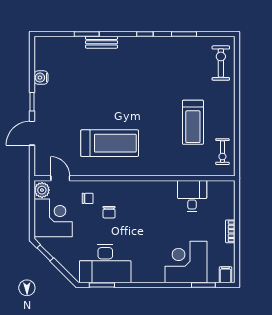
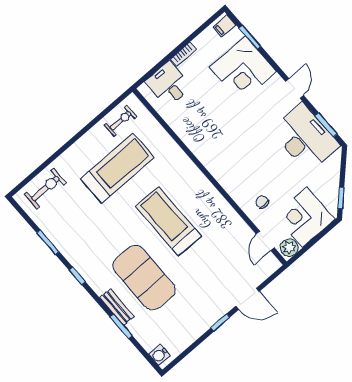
exercise bike: (221, 63) -> (45, 189), turned 180
exercise mat: (105, 77) -> (144, 278), added
water cooler: (41, 78) -> (159, 355), moved, turned 90
treadmill: (193, 122) -> (117, 168), width x1.37, depth x1.38
treadmill: (110, 143) -> (168, 221), moved
desk: (192, 196) -> (168, 84), moved, turned 90
chair: (109, 212) -> (258, 173), removed
door: (144, 285) -> (295, 88), added

